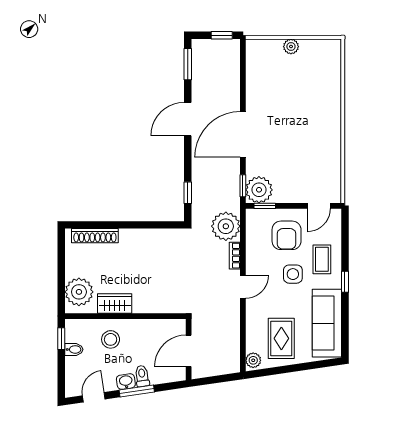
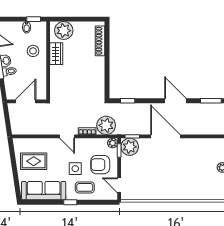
door: (189, 351) -> (26, 101), hinge flipped
plant: (253, 360) -> (113, 143), moved

